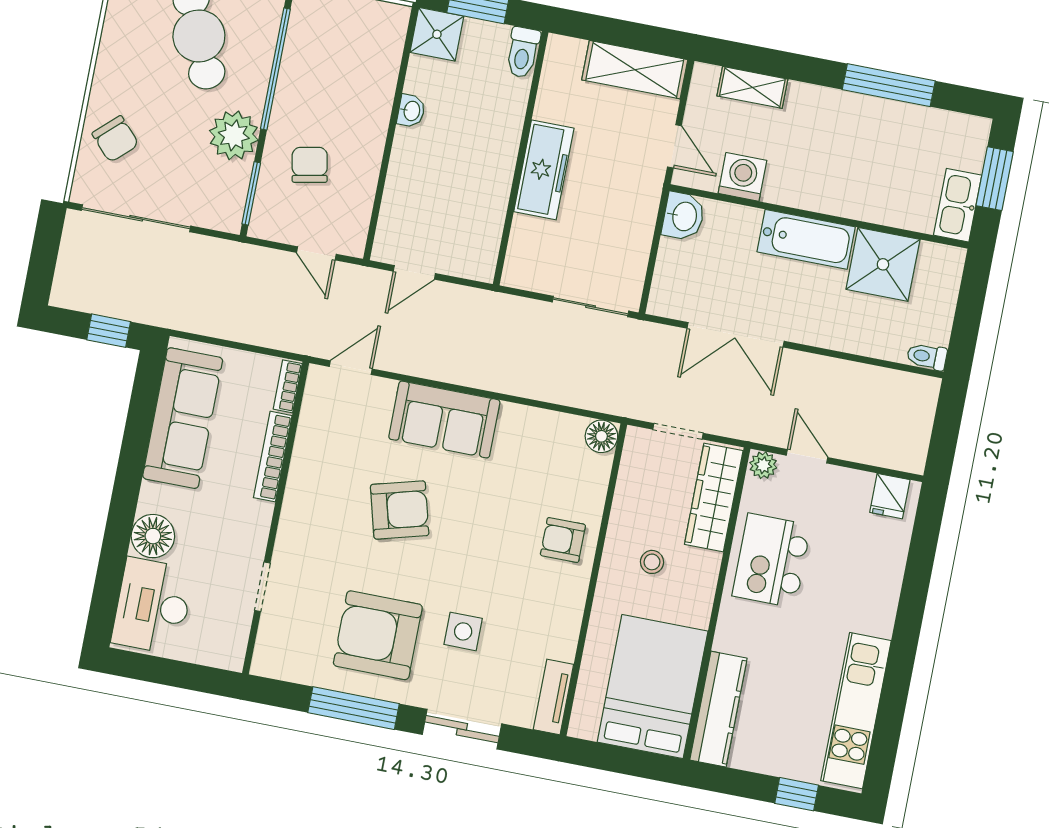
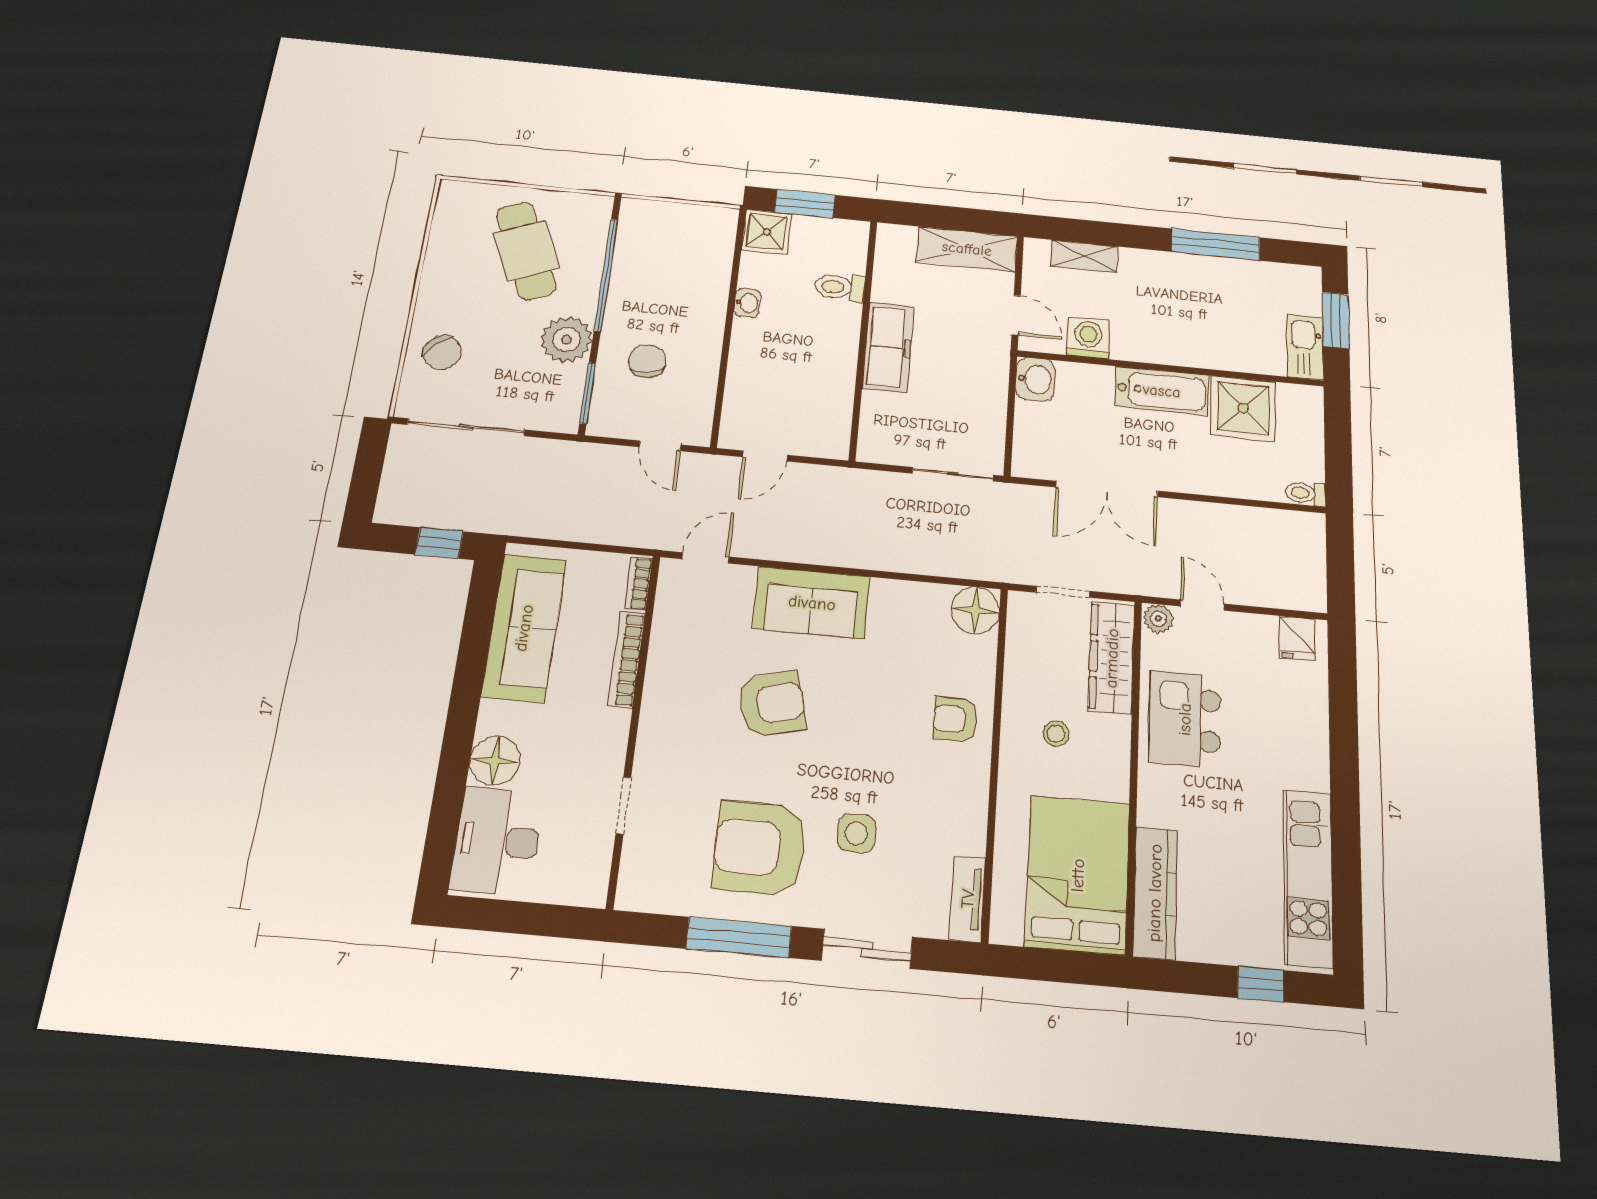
toilet: (523, 52) -> (840, 287), moved, turned 90
floor lamp: (601, 436) -> (975, 610), width x1.38, depth x1.38

